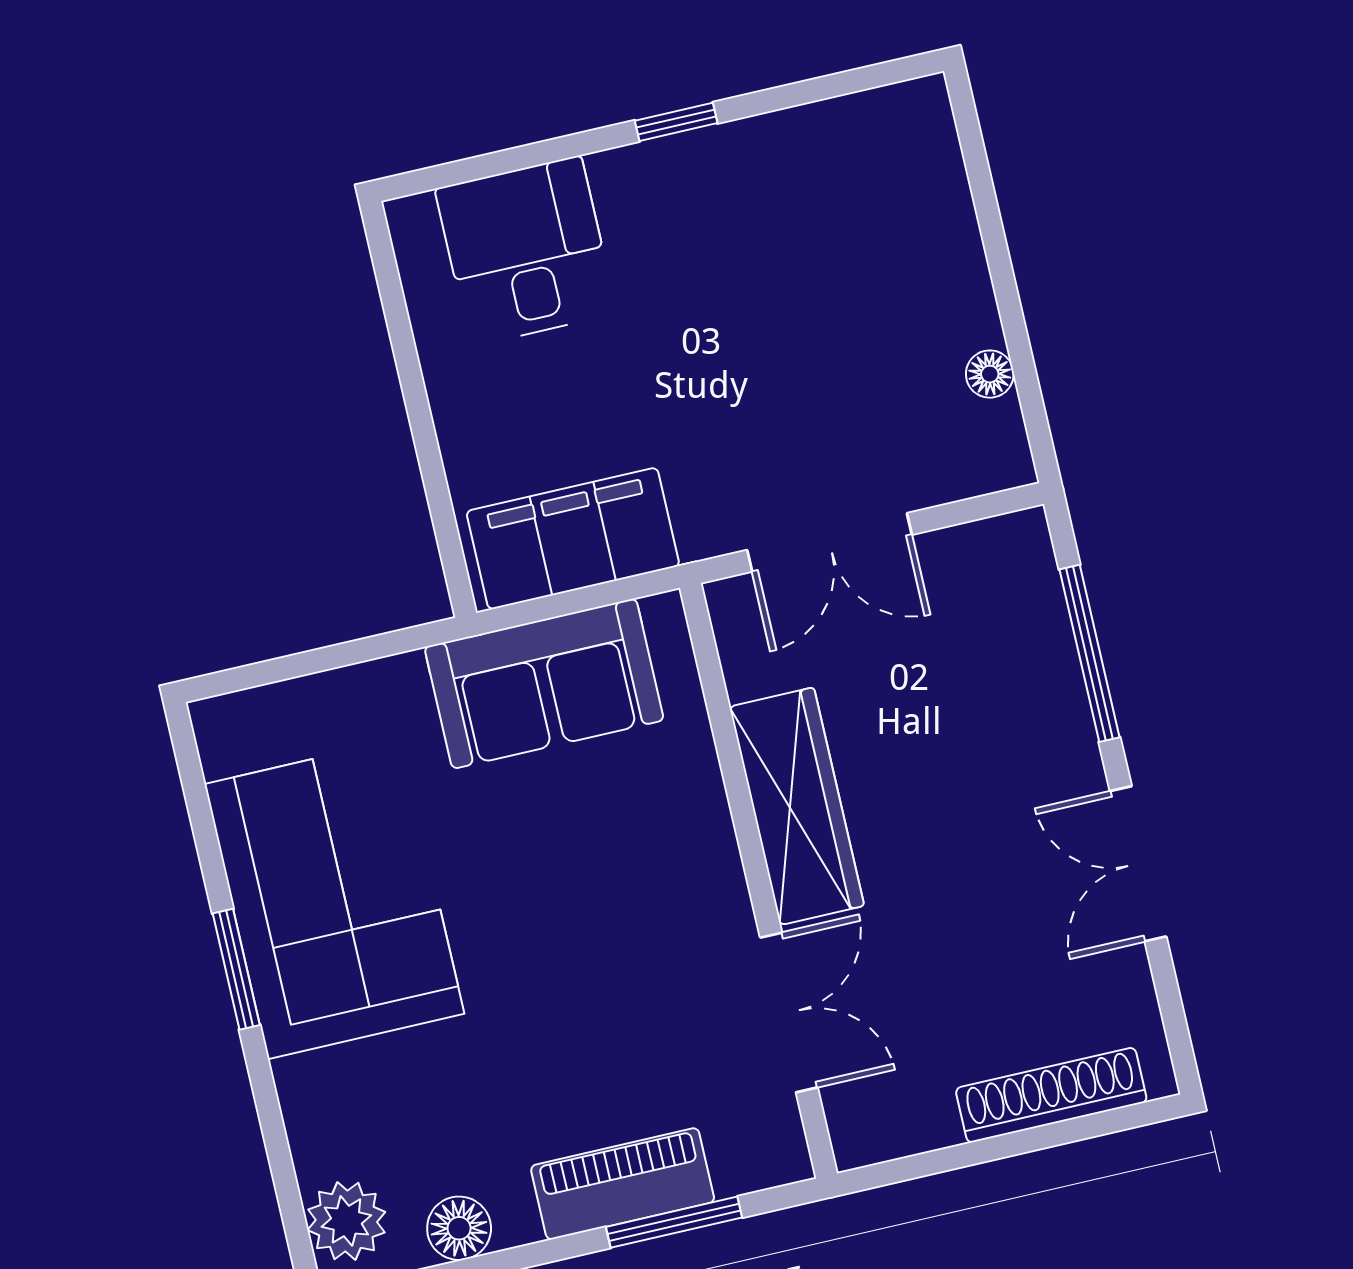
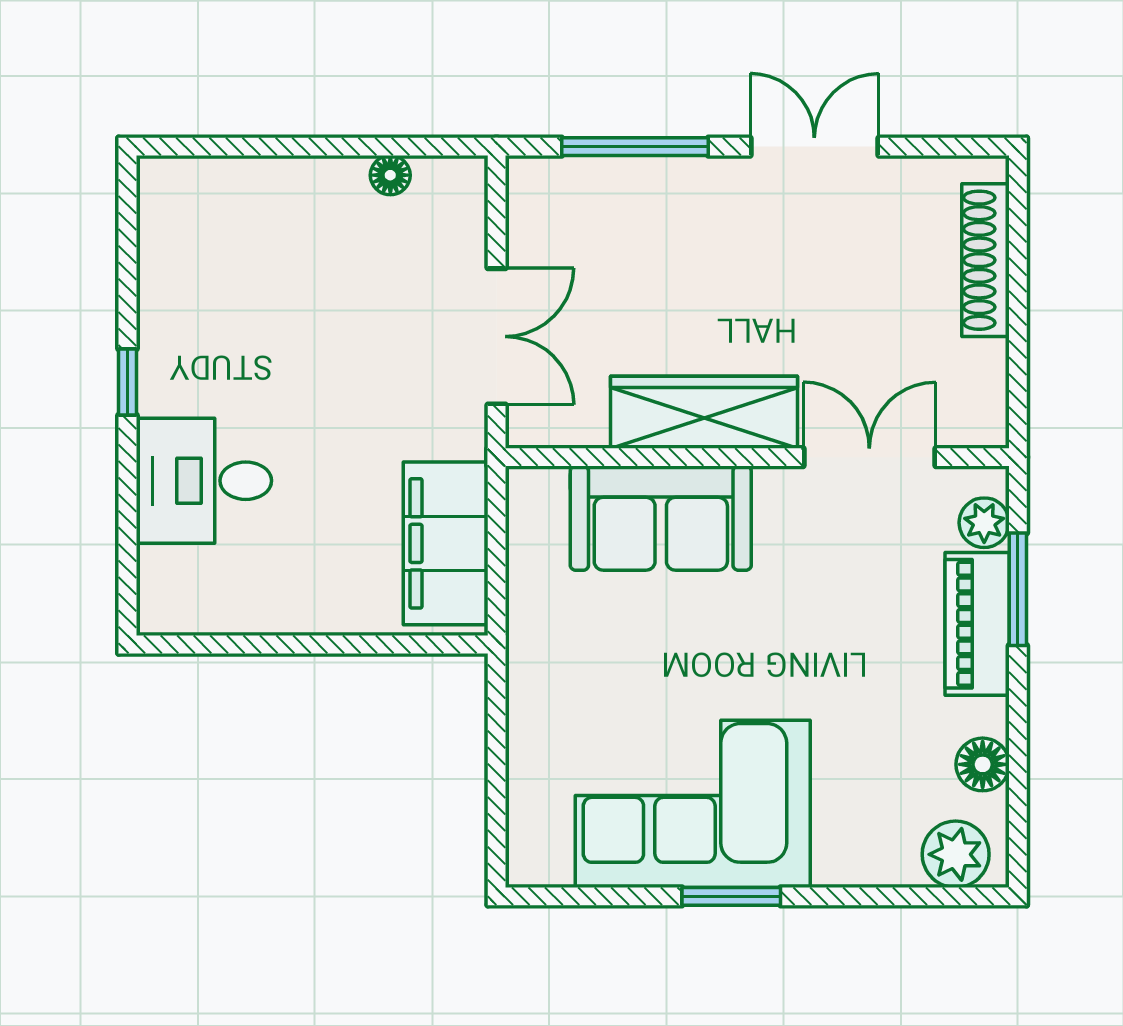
desk: (526, 251) -> (204, 481), moved
sofa: (544, 684) -> (661, 518), moved, turned 90
double door: (1138, 864) -> (814, 147), swing flipped
plant: (743, 1165) -> (984, 523), added

